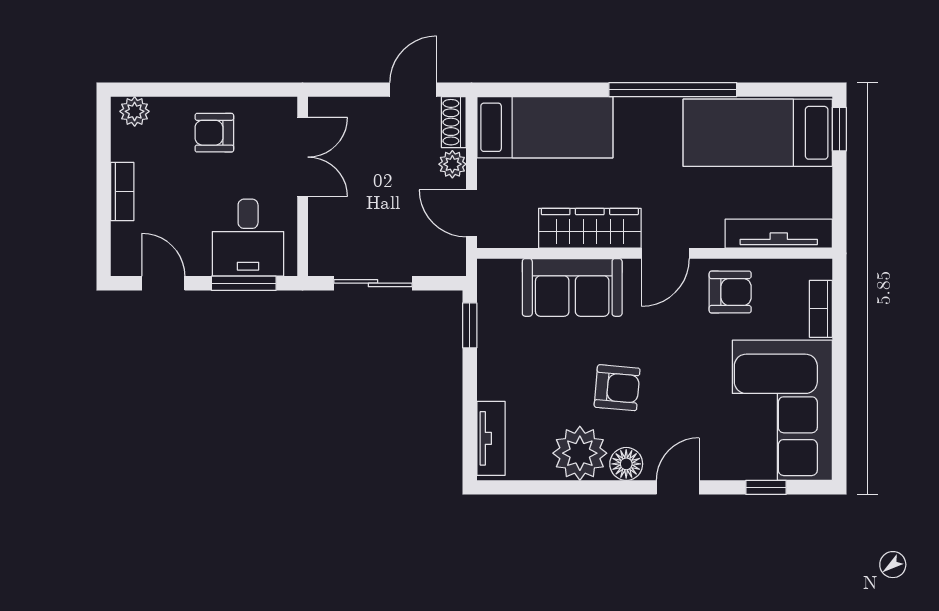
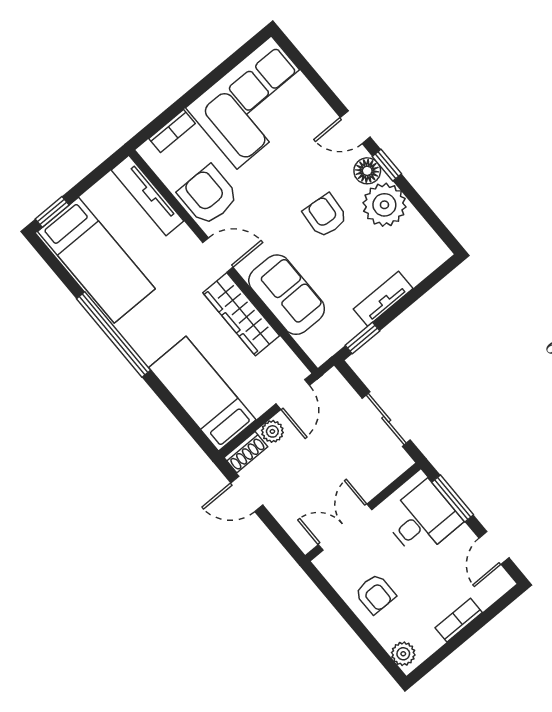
armchair: (730, 292) -> (208, 195), width x1.38, depth x1.38
tv unit: (491, 438) -> (383, 299), moved
window: (766, 487) -> (387, 165), moved

